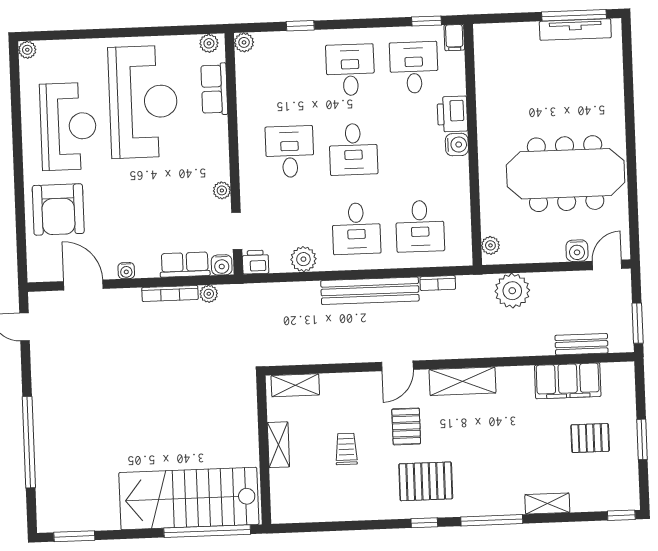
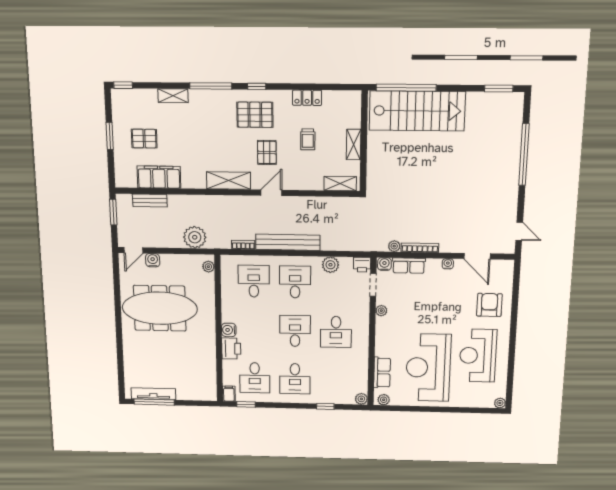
armchair: (58, 209) -> (489, 305), width x0.73, depth x0.73
locker: (350, 510) -> (307, 98), added

